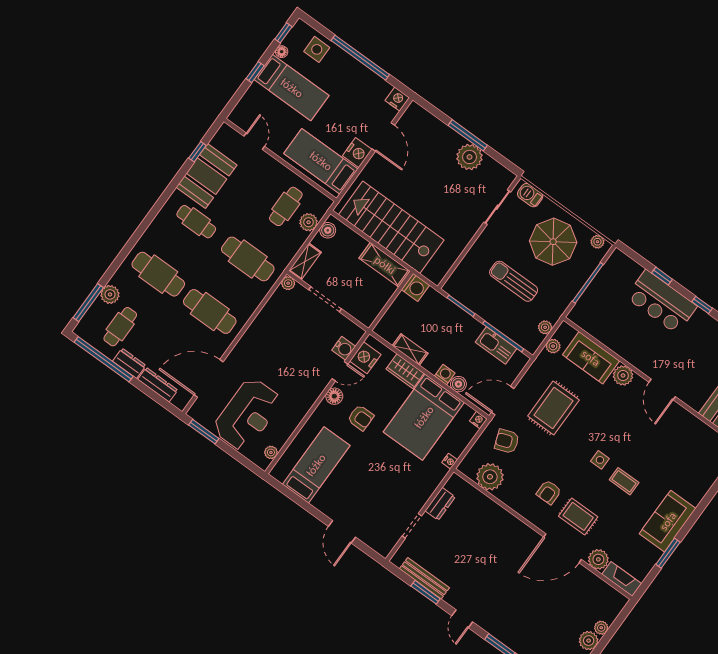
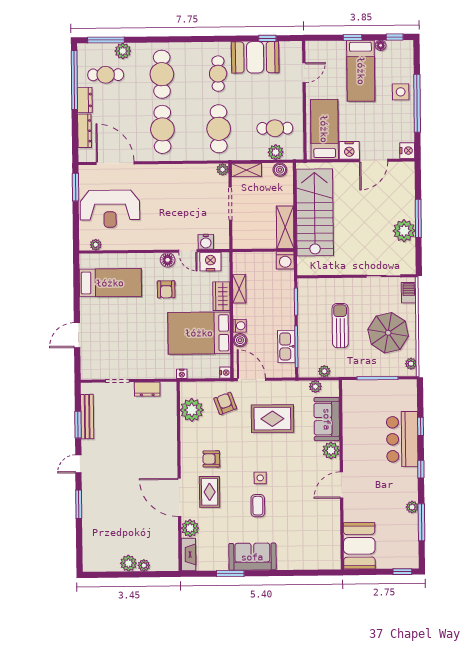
side table: (317, 49) -> (401, 92), moved

